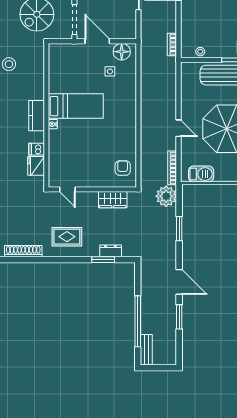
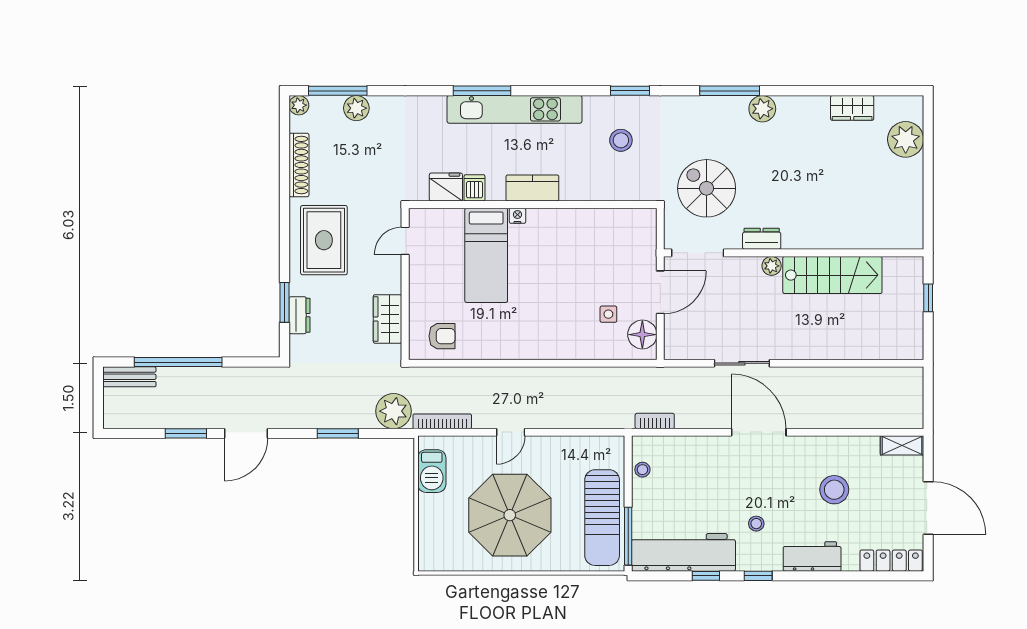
bed: (76, 106) -> (486, 255), moved
rug: (67, 237) -> (324, 240), width x1.36, depth x1.43

